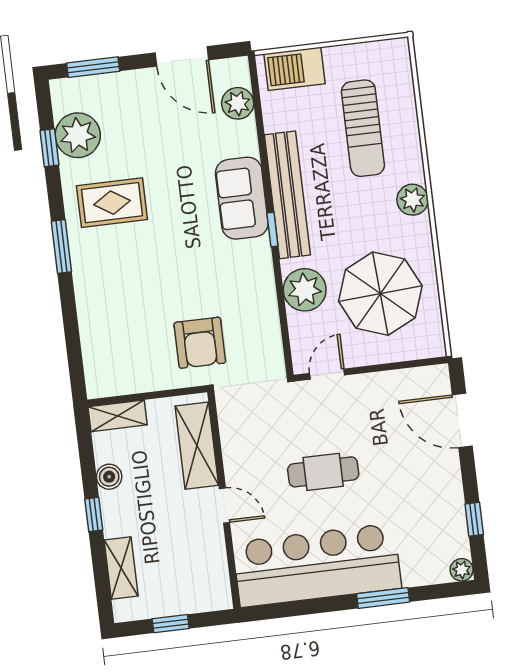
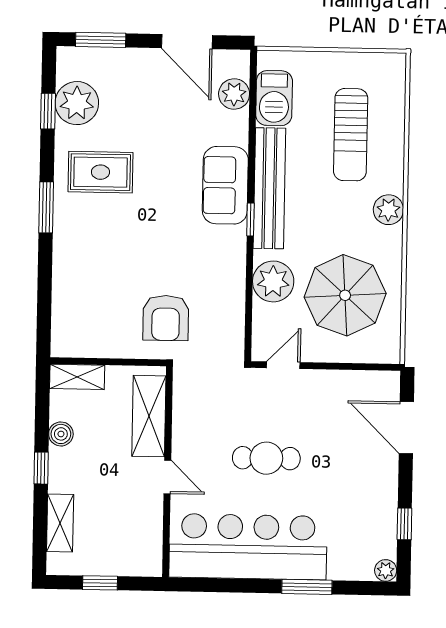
barbecue: (294, 69) -> (274, 98), moved, turned -90

